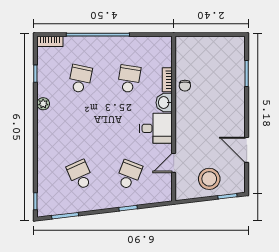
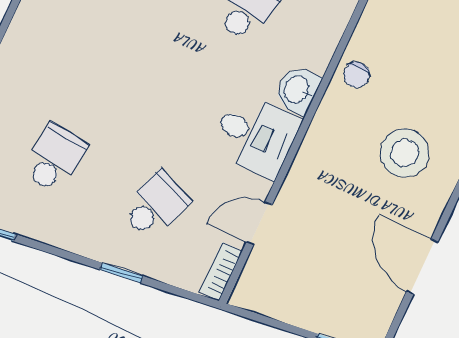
bookcase: (167, 80) -> (221, 271), moved
school desk: (80, 175) -> (55, 158), turned 30
stool: (209, 179) -> (405, 153), moved

